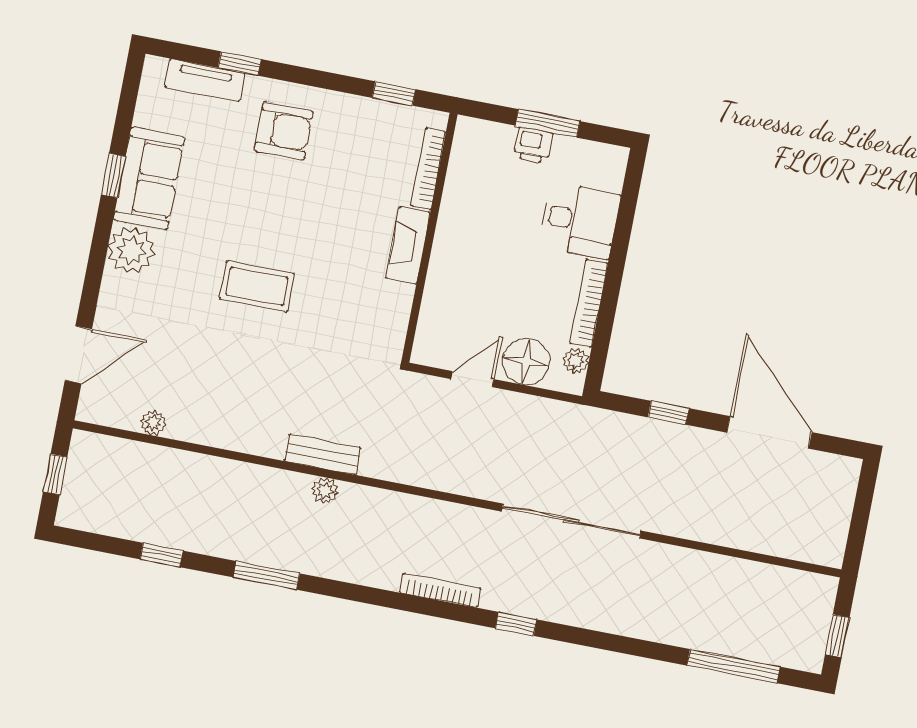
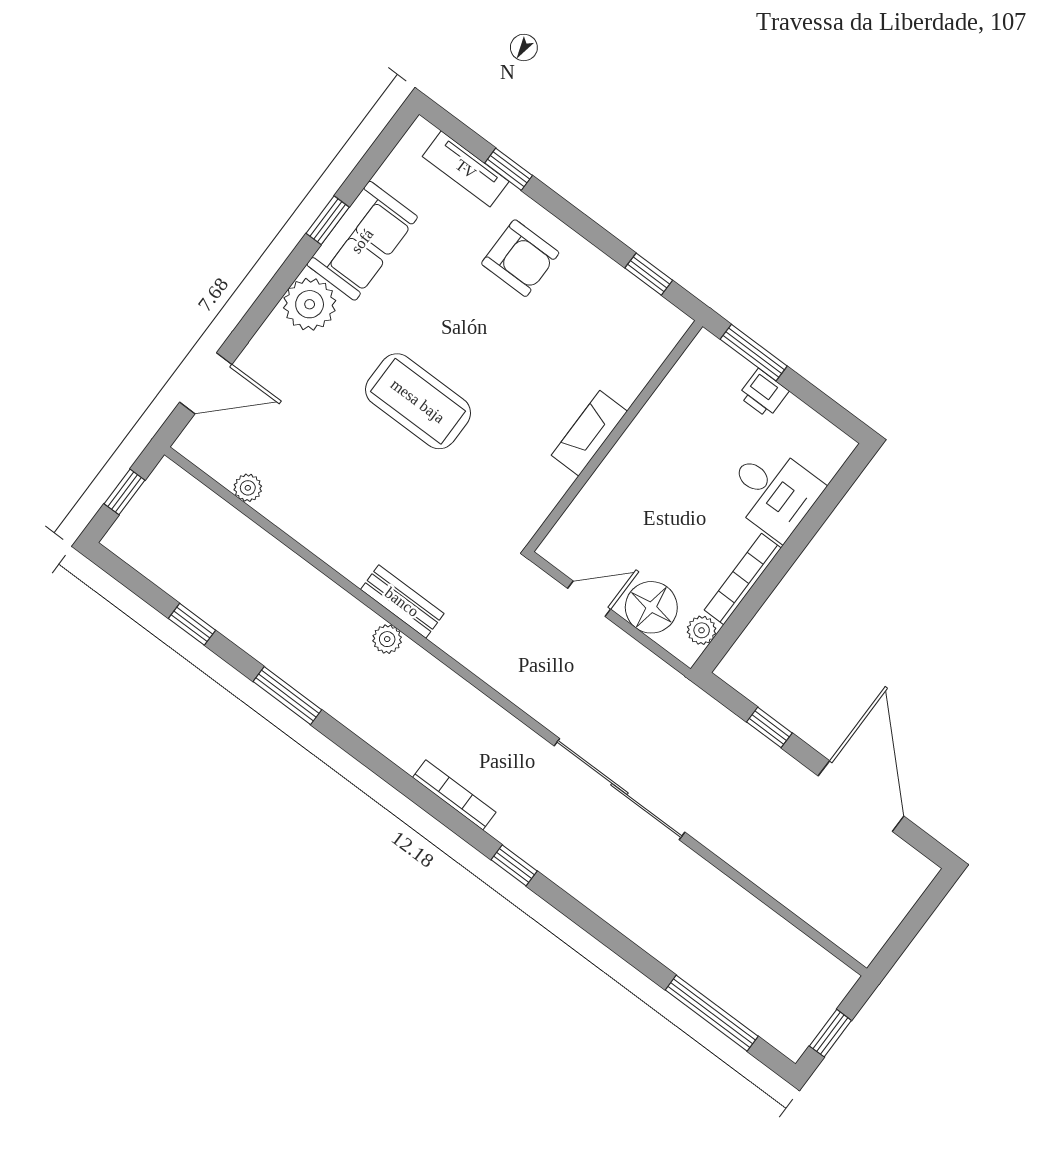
window: (548, 123) -> (754, 353), moved
bookcase: (428, 169) -> (647, 366), removed
coffee table: (257, 286) -> (418, 401), width x1.36, depth x1.32

